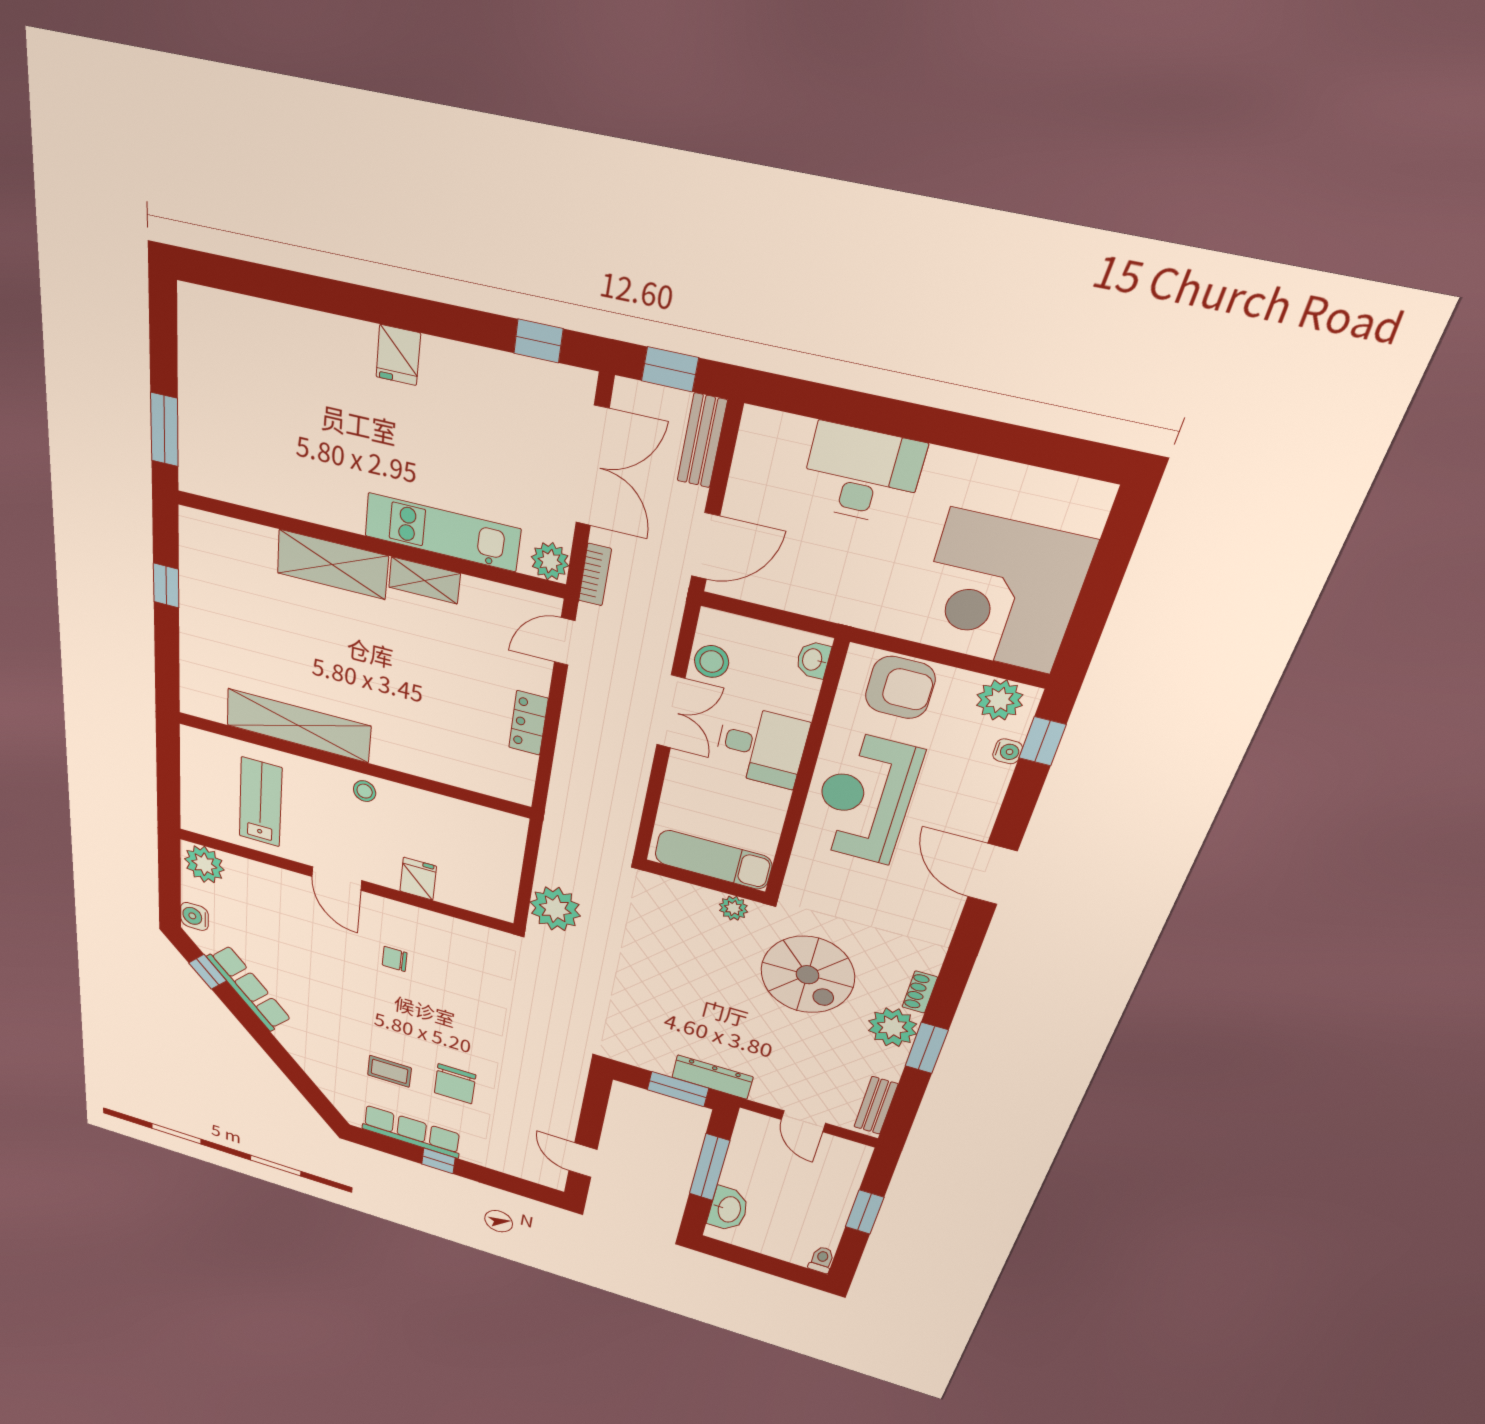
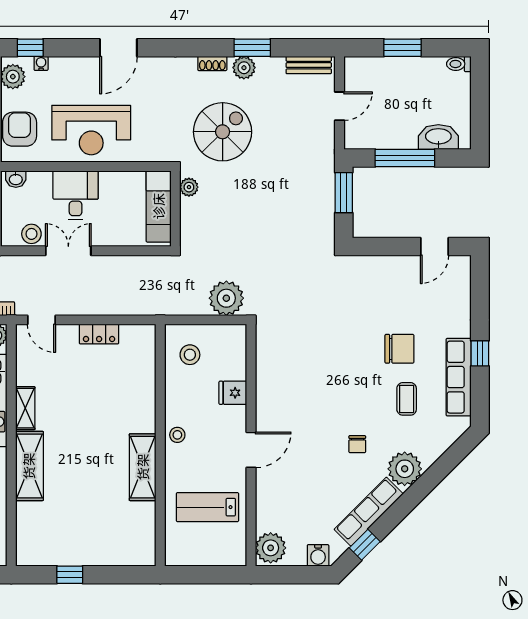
shelving: (298, 726) -> (143, 467), width x0.68
stool: (479, 840) -> (190, 355), added
chair: (395, 959) -> (357, 444), moved
plant: (892, 1027) -> (244, 68), width x0.73, depth x0.73
plant: (301, 1042) -> (405, 469), added
dresser: (712, 1077) -> (325, 172), removed

